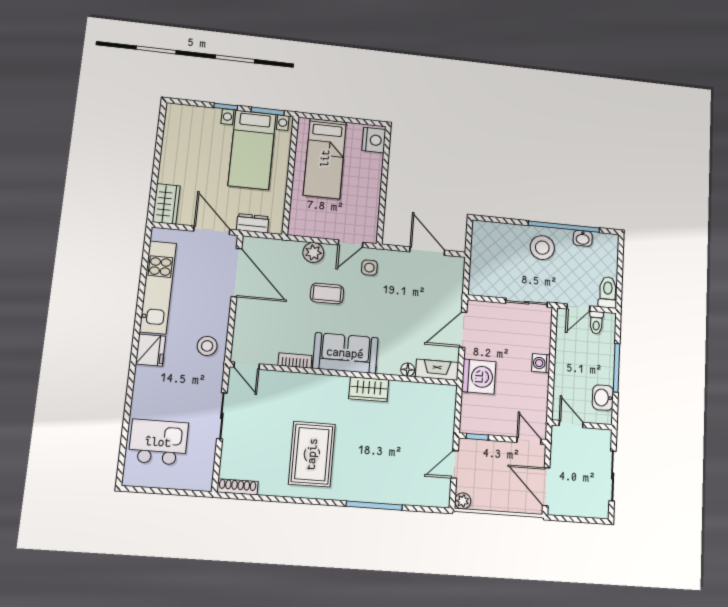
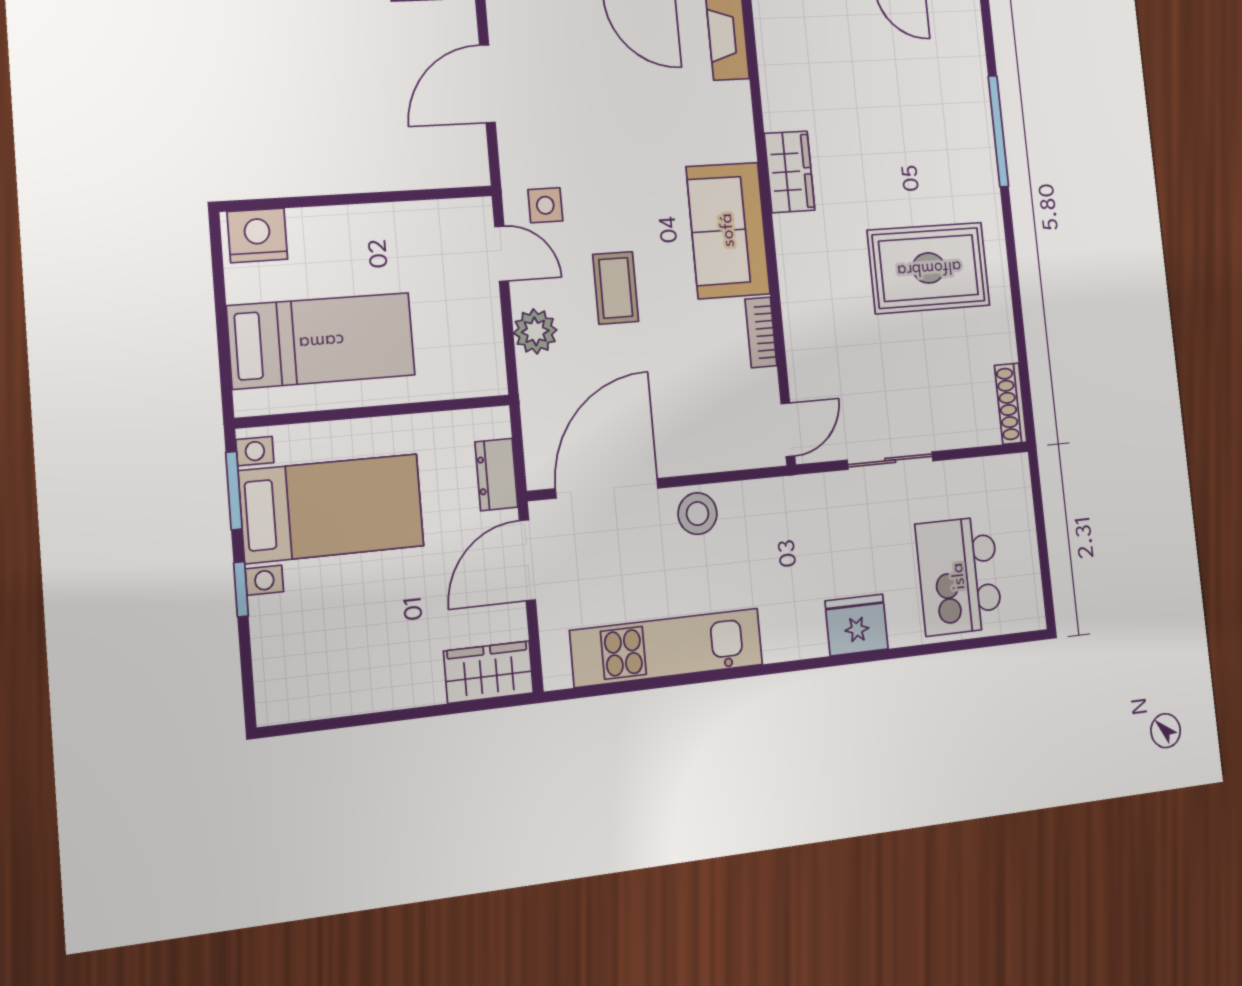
stool: (207, 346) -> (697, 514), moved
fridge: (151, 350) -> (857, 625), moved
floor lamp: (408, 370) -> (738, 97), removed

